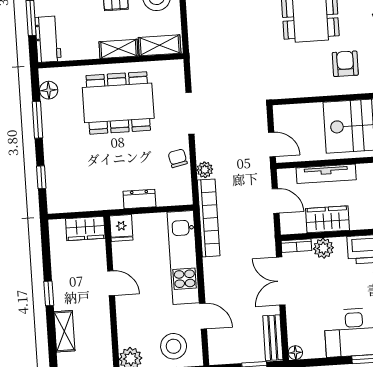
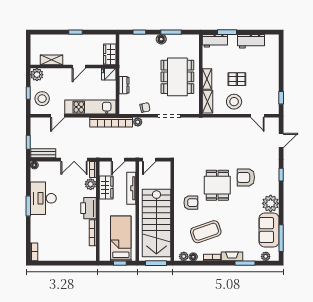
floor lamp: (49, 90) -> (161, 39), moved
double door: (281, 281) -> (74, 160), swing flipped
shelving: (64, 331) -> (52, 60), moved

